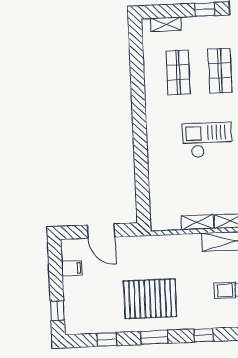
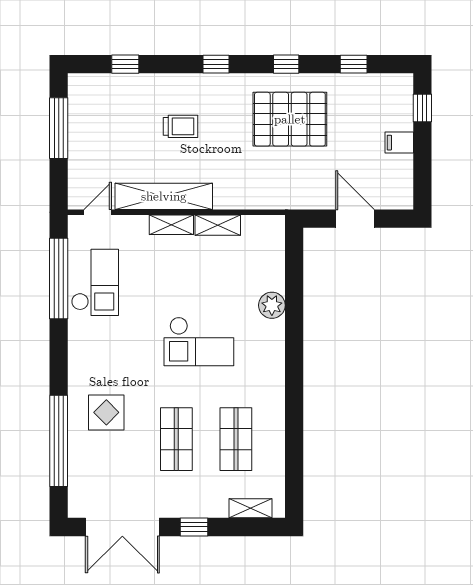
plant: (157, 168) -> (272, 305), added
filing cabinet: (72, 268) -> (399, 143), moved
window: (154, 337) -> (286, 64), width x0.67

